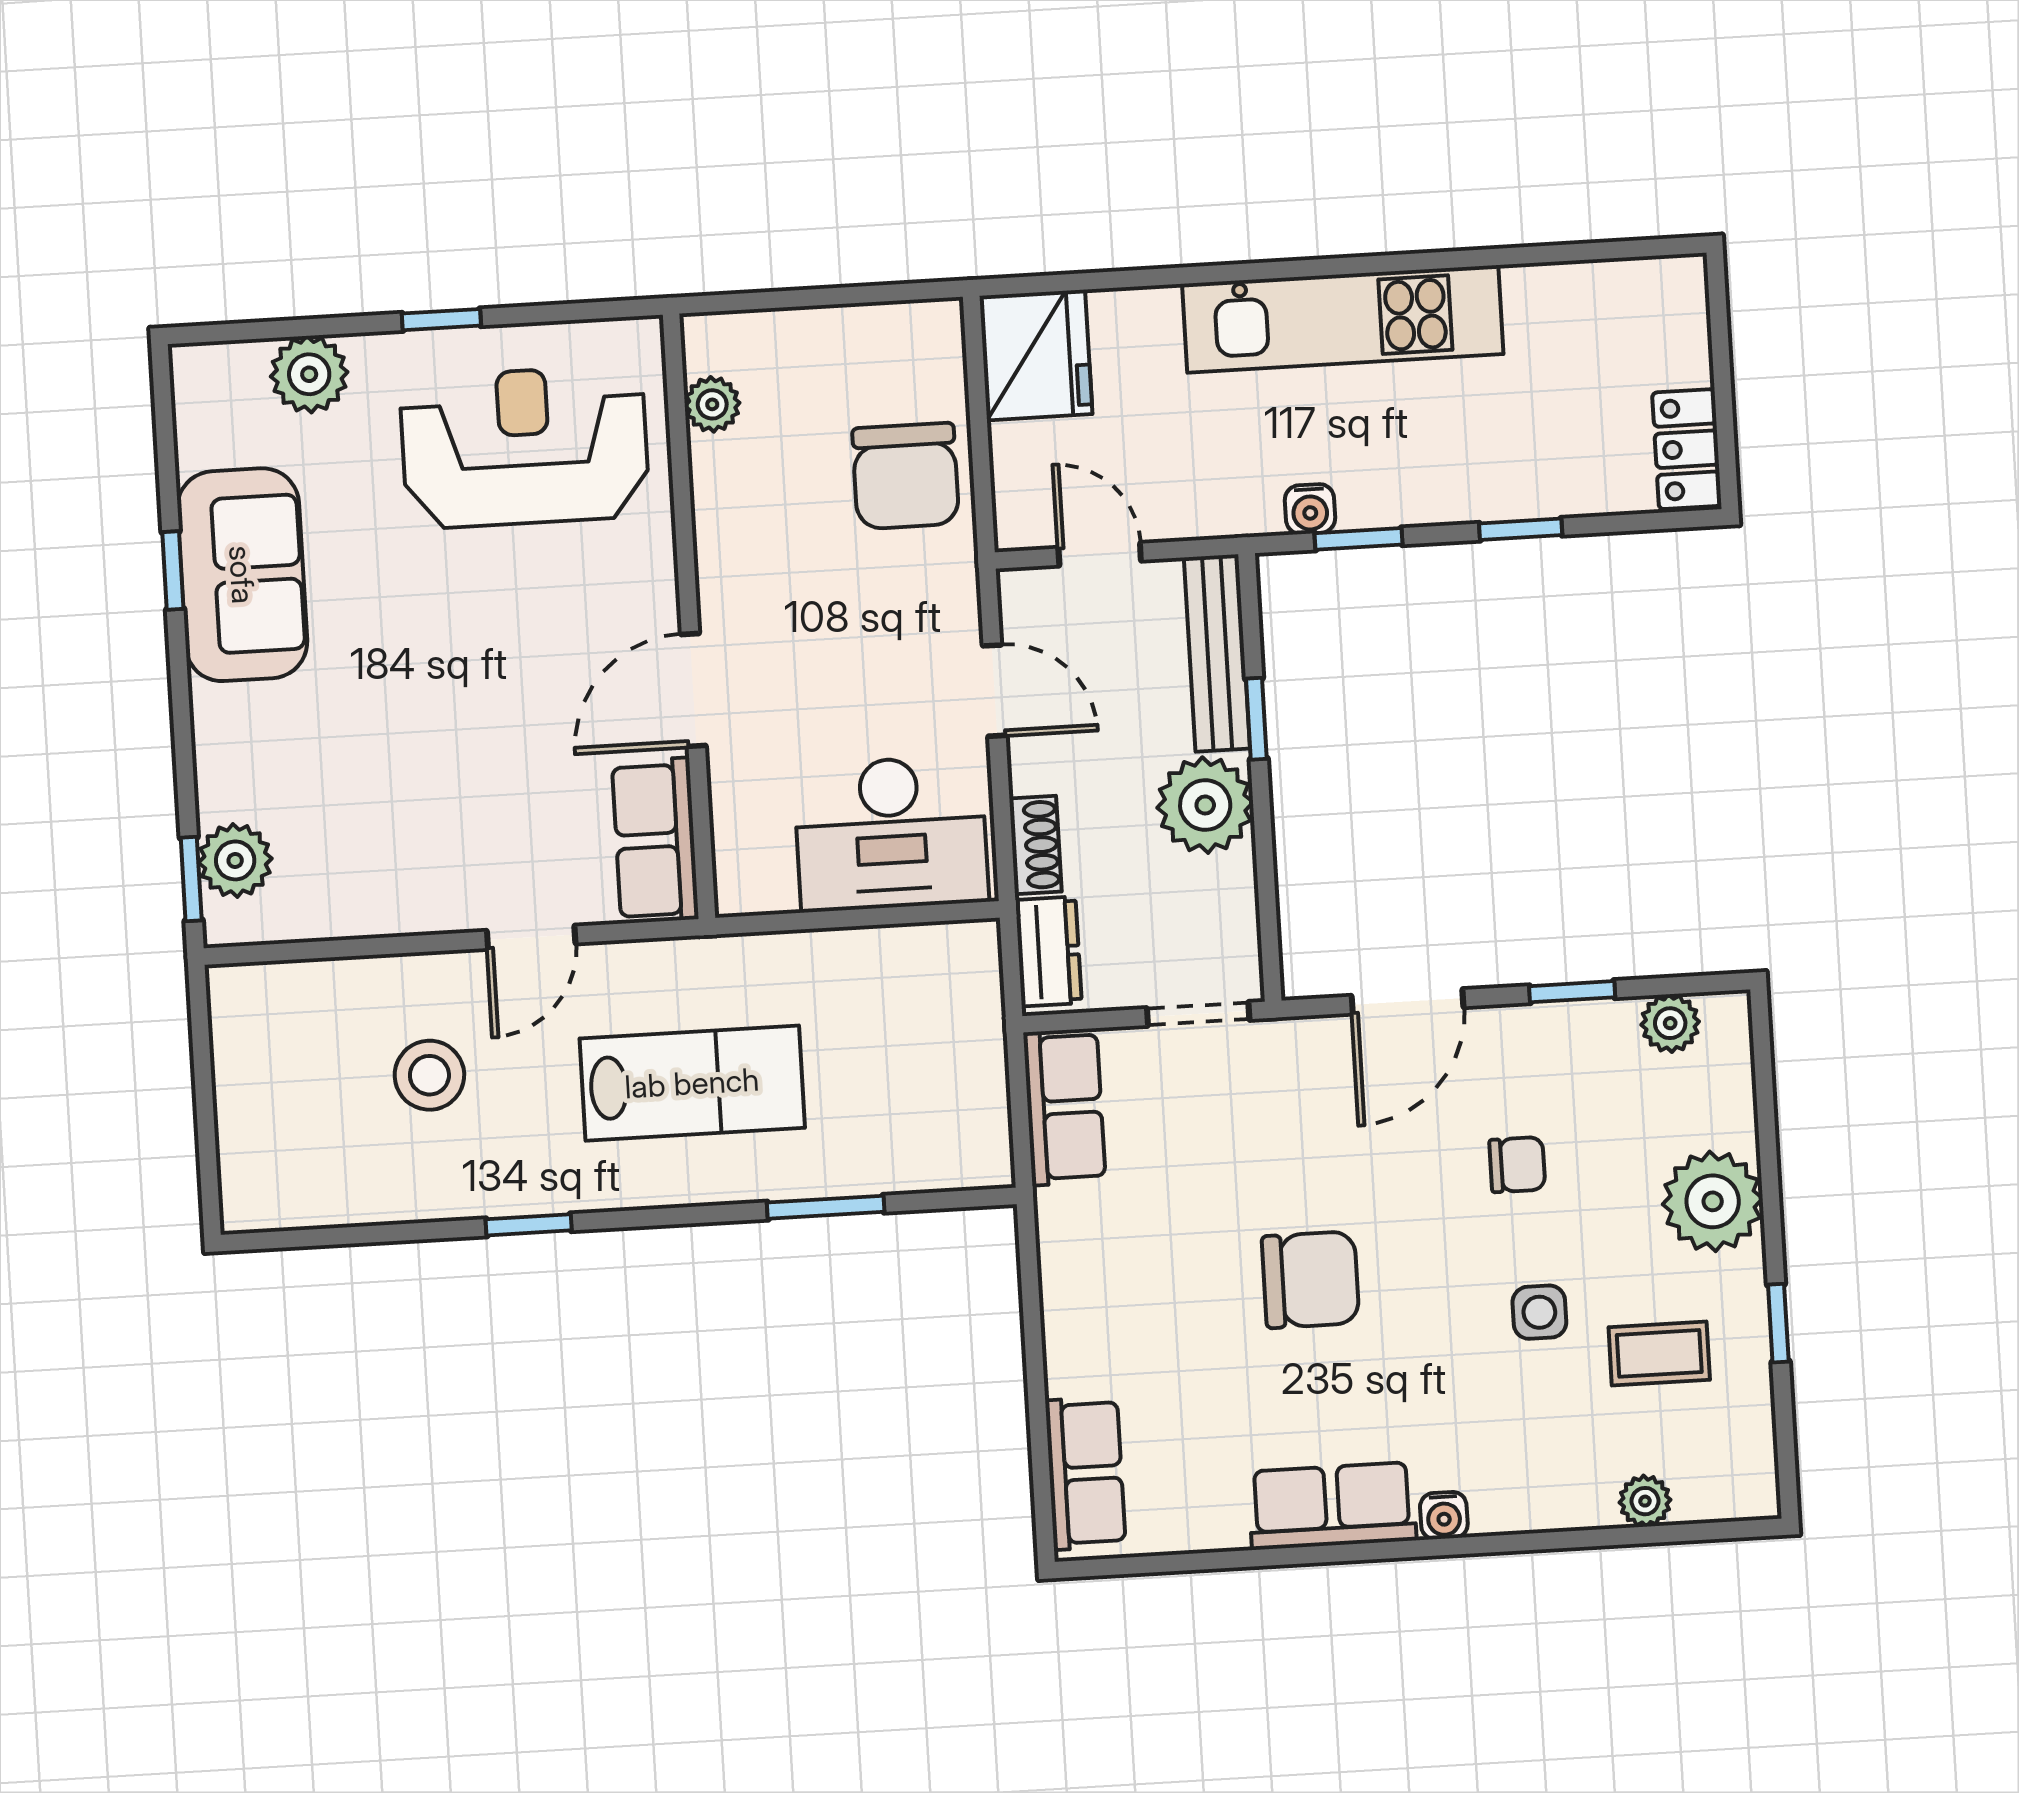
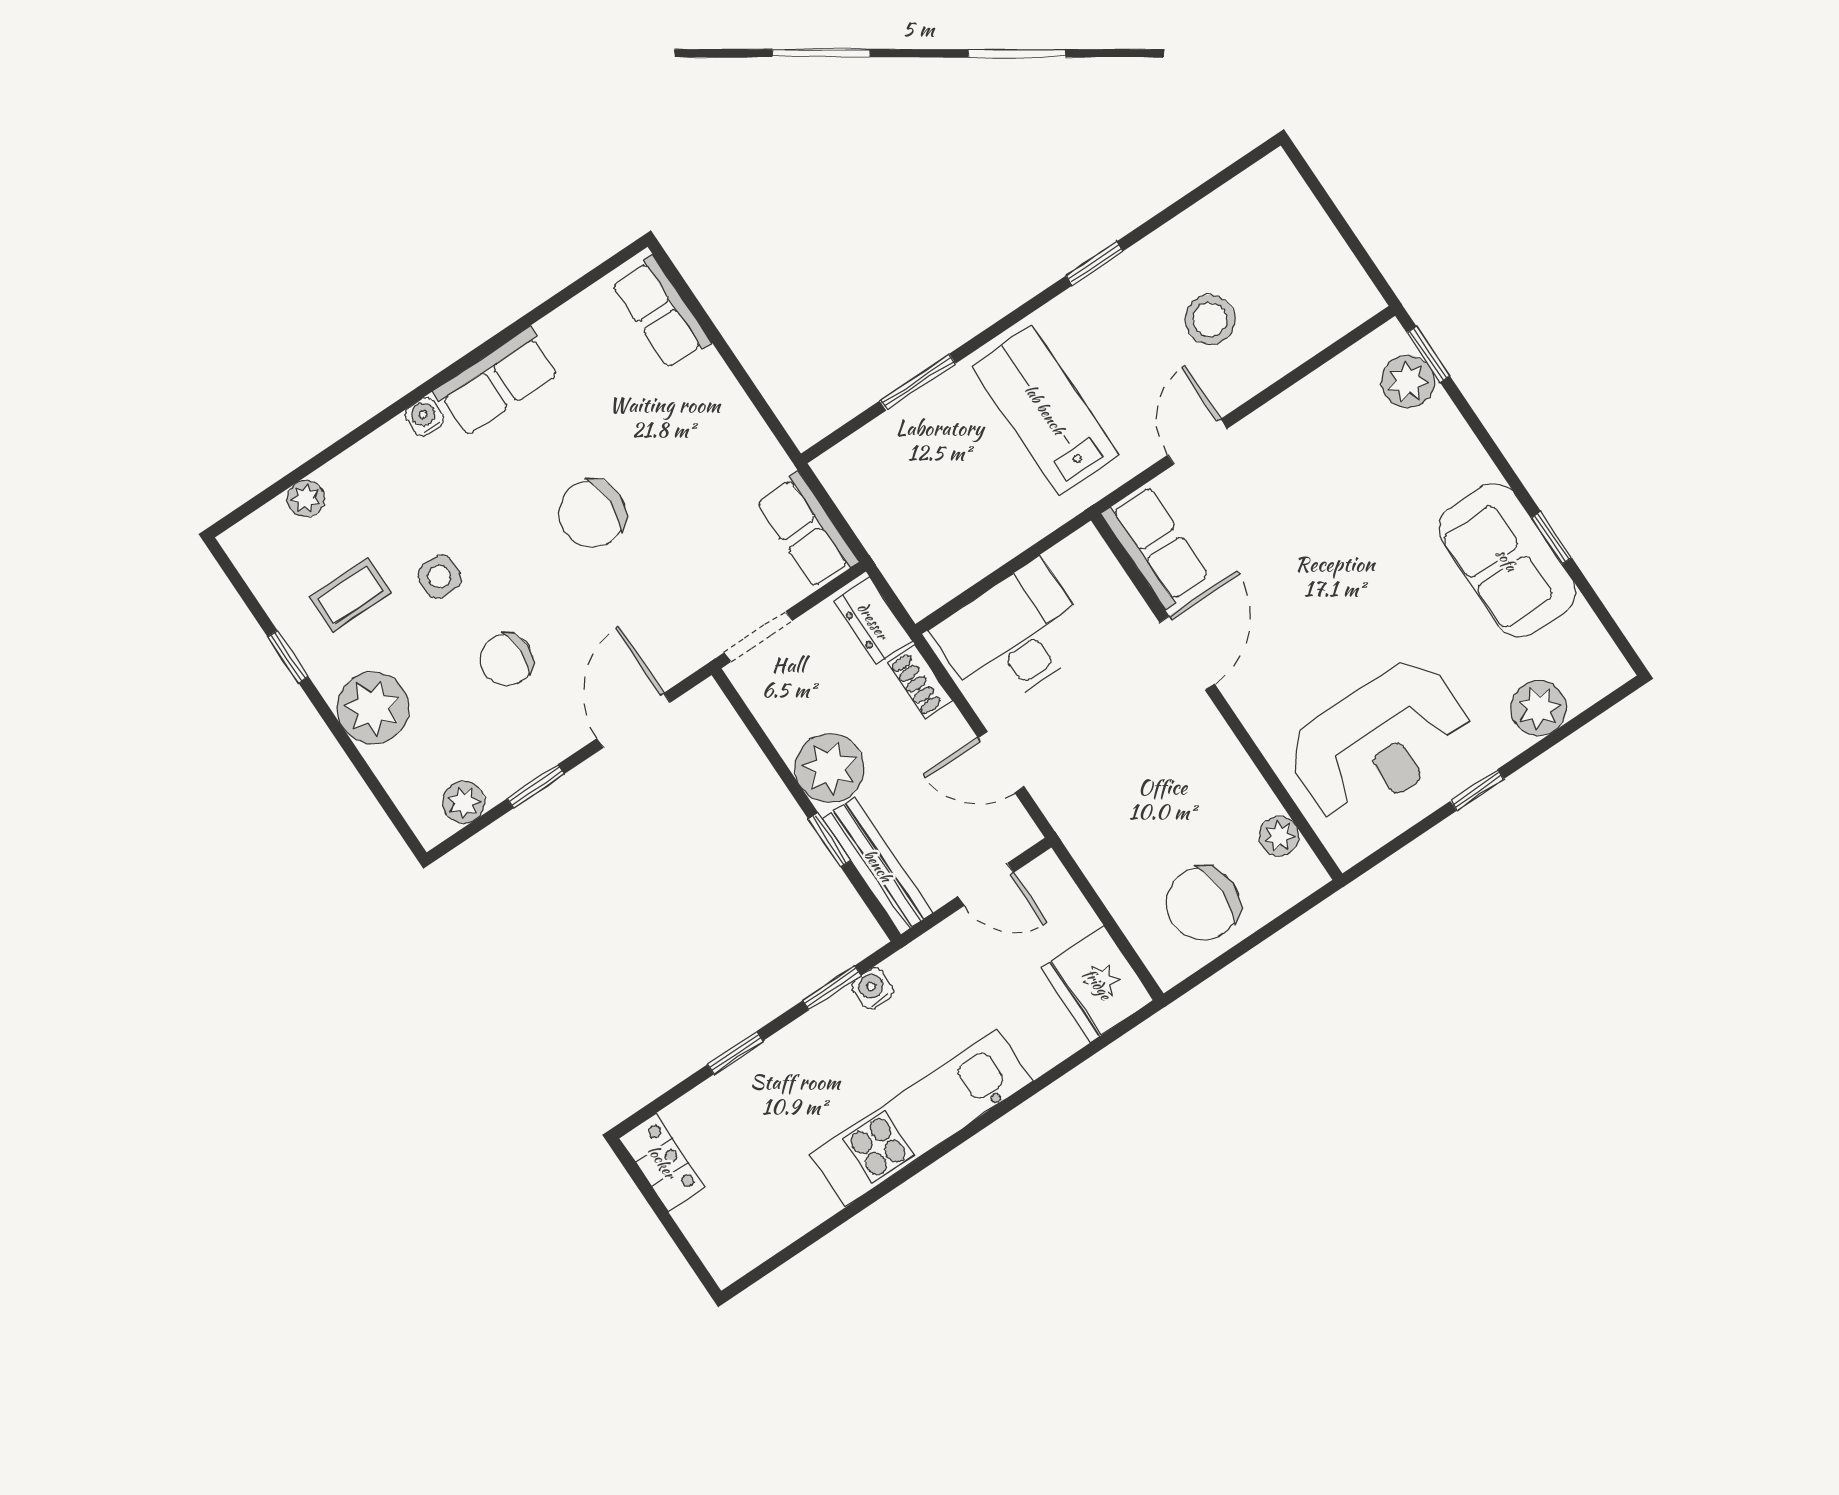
chair: (906, 476) -> (1203, 904), moved, turned -90
lab bench: (692, 1083) -> (1045, 410), turned 90
chair: (1517, 1165) -> (507, 660), width x1.37, depth x1.37

